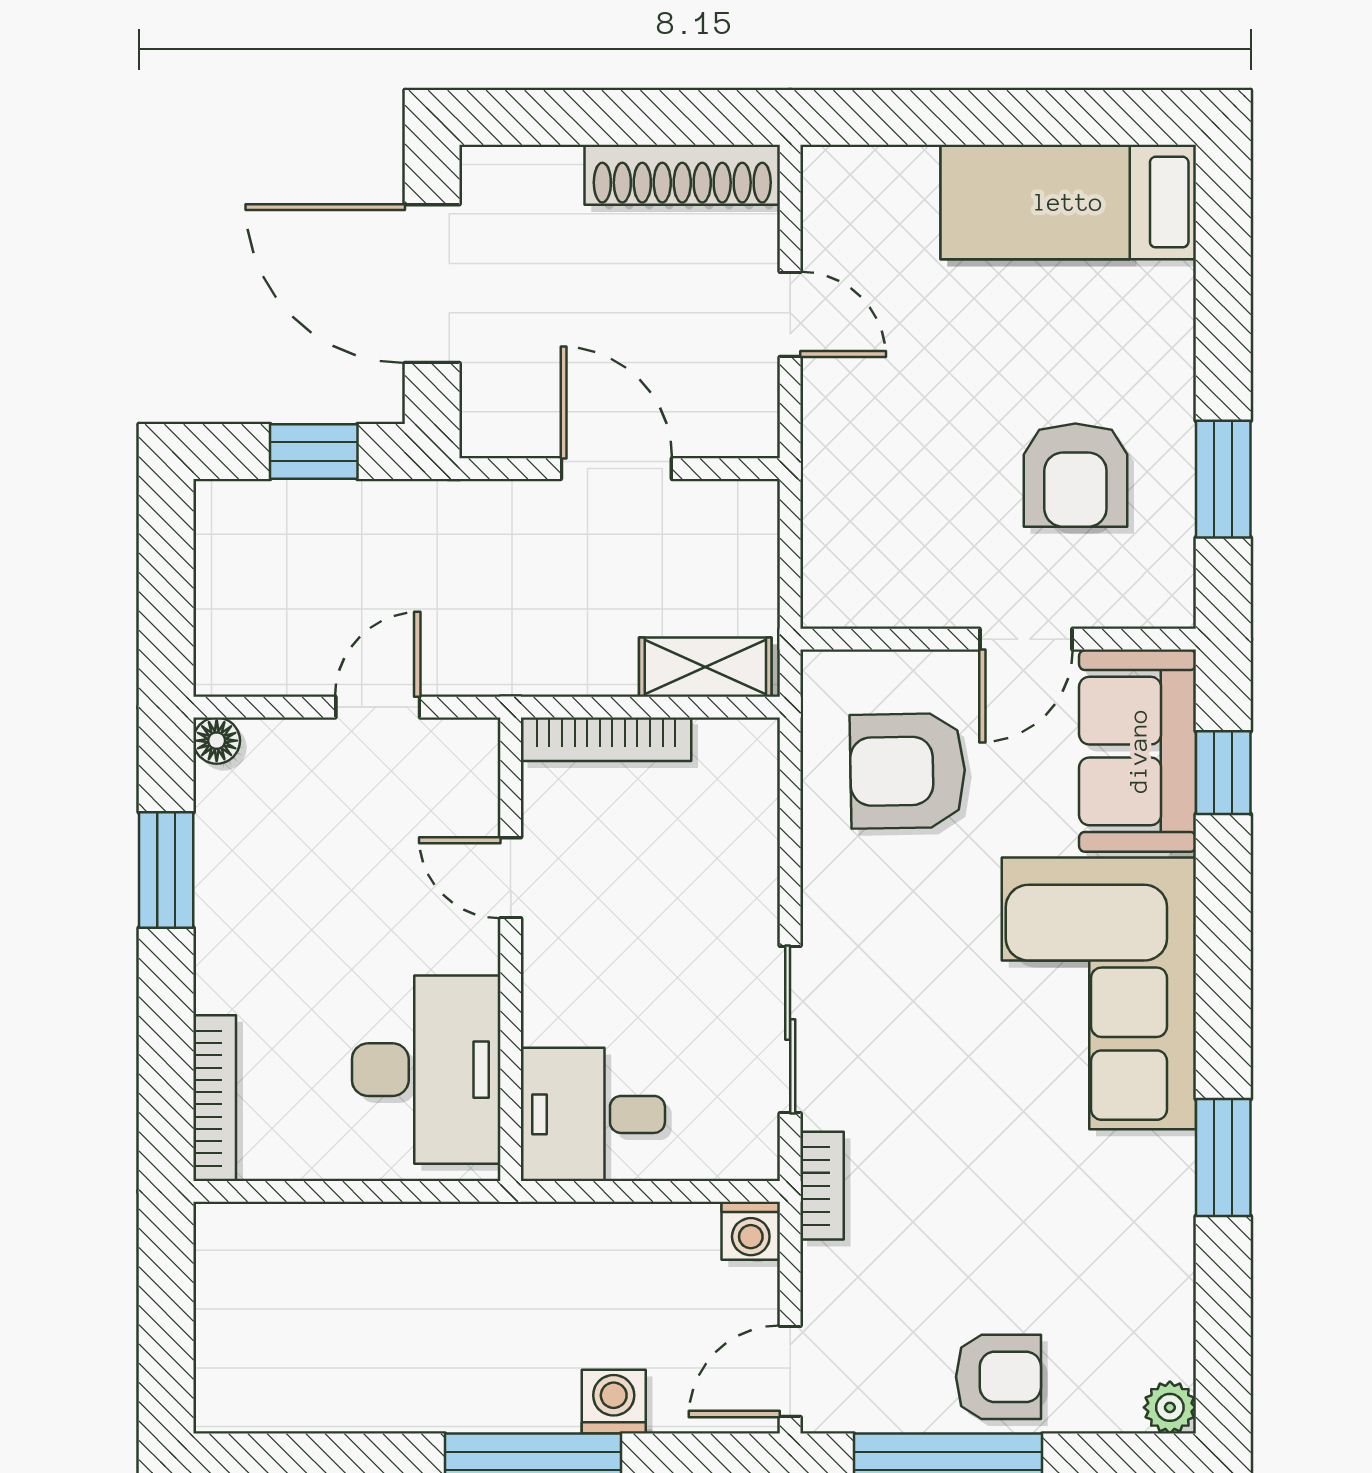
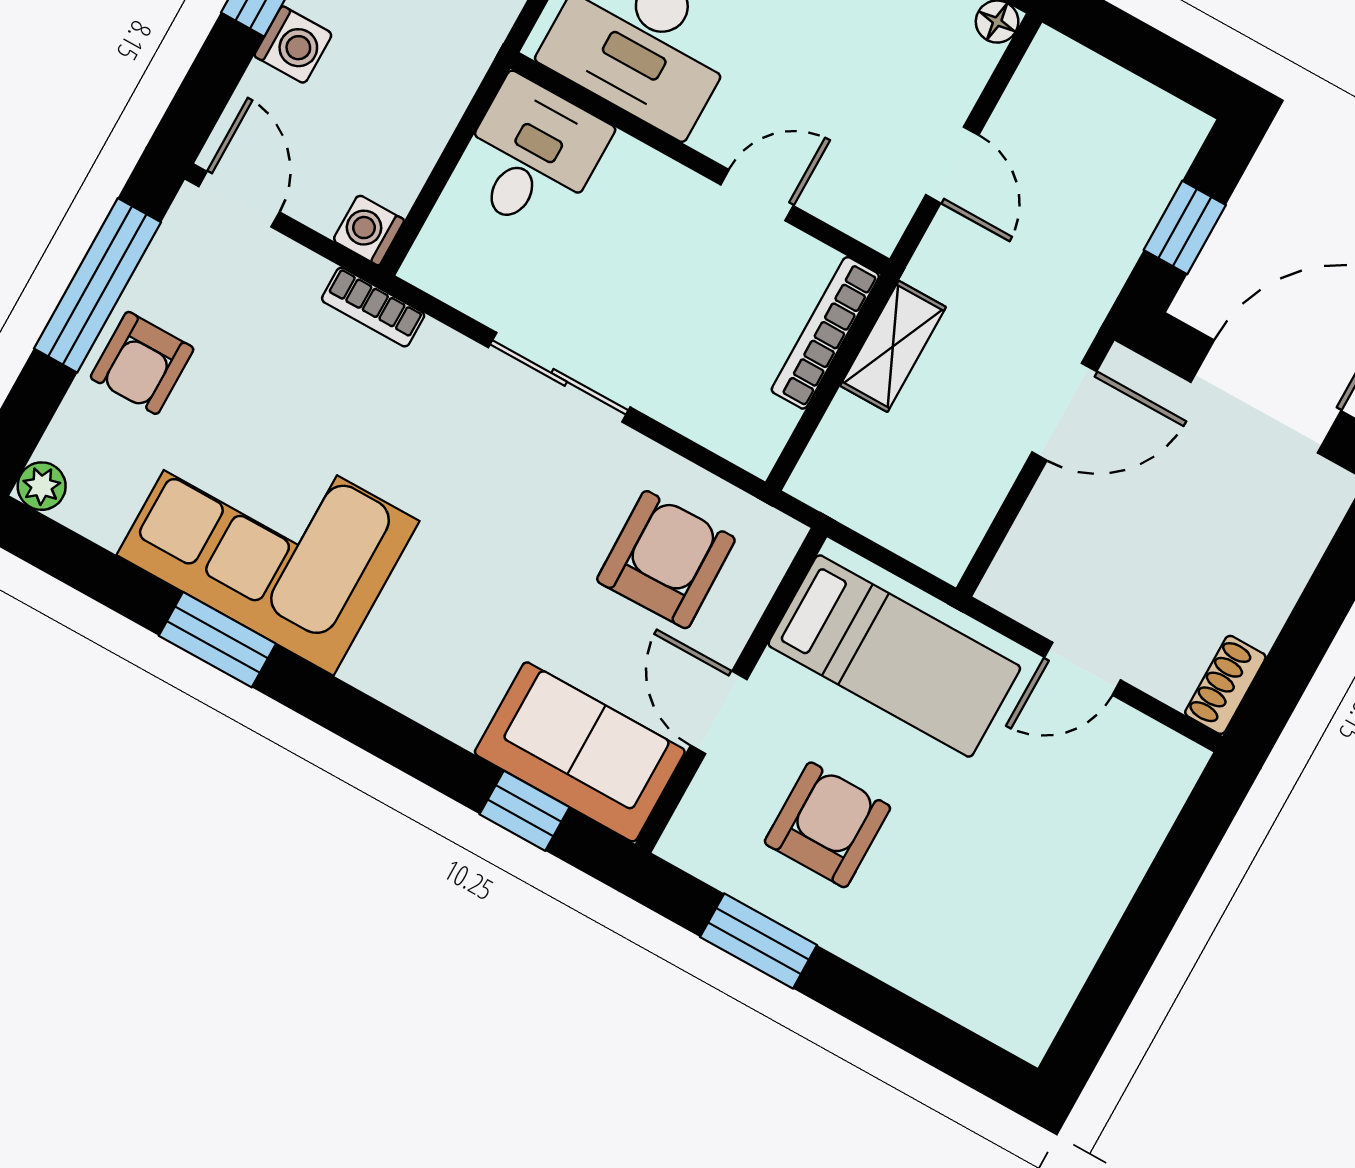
shoe rack: (682, 175) -> (1225, 685), width x0.51, depth x0.81
bed: (1068, 202) -> (894, 656), moved, turned 90
door: (616, 469) -> (1064, 412), moved
armchair: (1075, 475) -> (827, 825), turned 90
shelving: (705, 667) -> (893, 346), moved
corner sofa: (1099, 993) -> (268, 538), moved
sliding door: (790, 1029) -> (559, 377), moved

